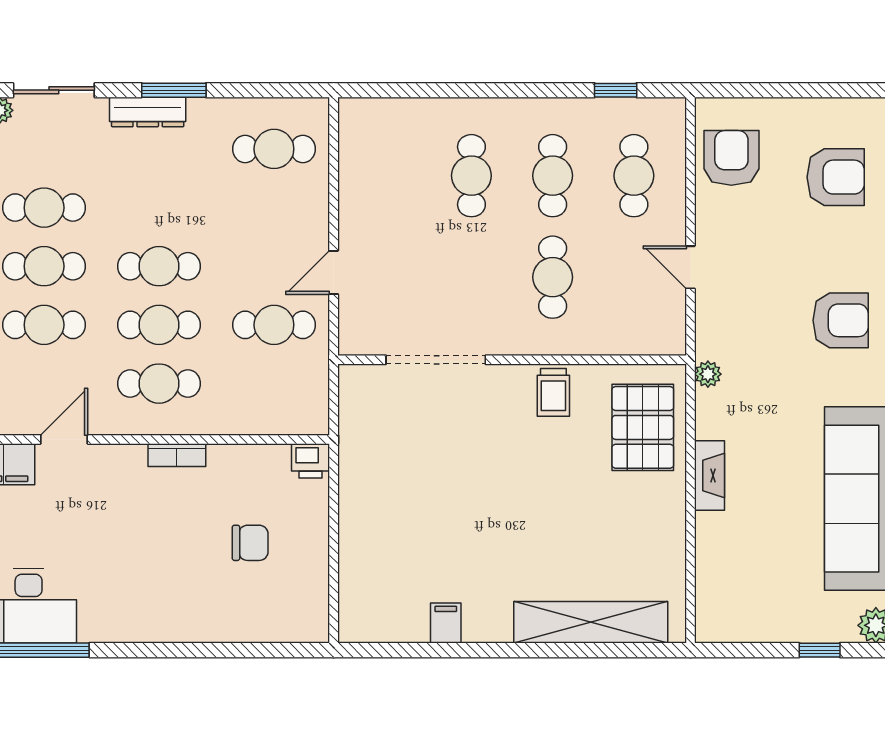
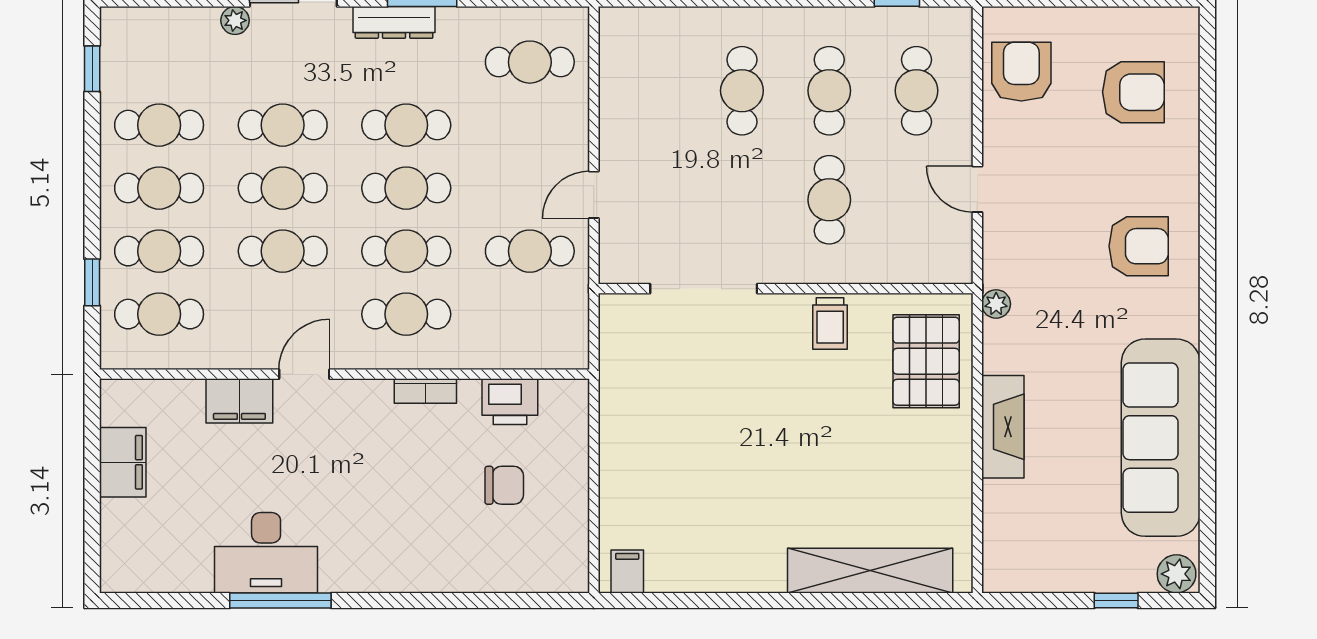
cafe table: (159, 208) -> (406, 125), added
printer: (311, 461) -> (510, 402), moved, width x1.36, depth x1.24
fireplace: (710, 475) -> (1003, 427), width x1.37, depth x1.32
filing cabinet: (446, 623) -> (627, 571), moved

